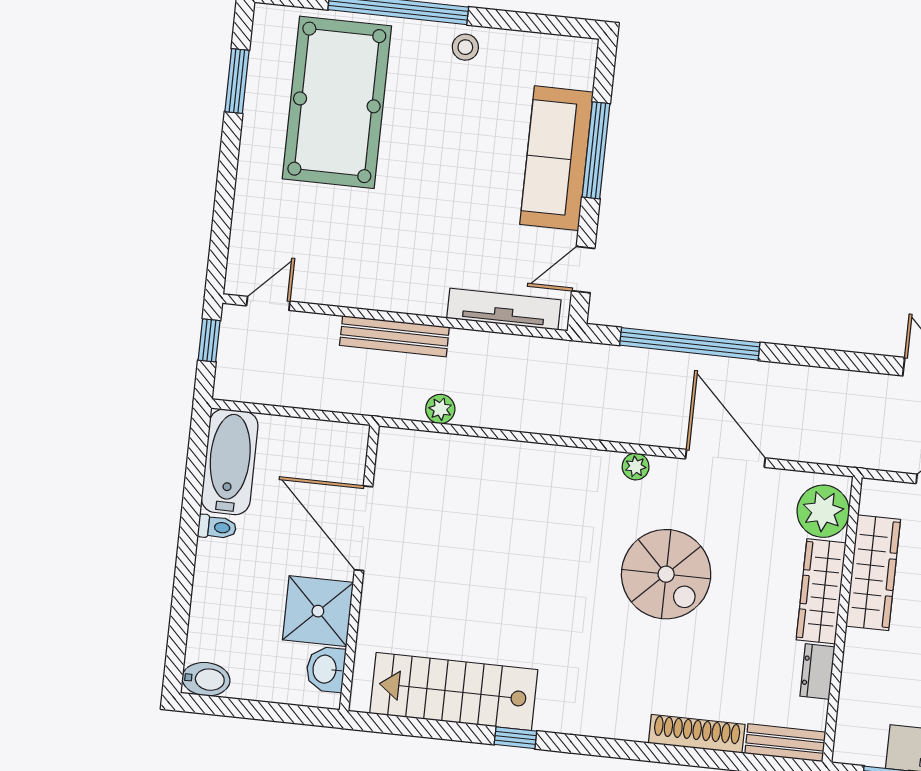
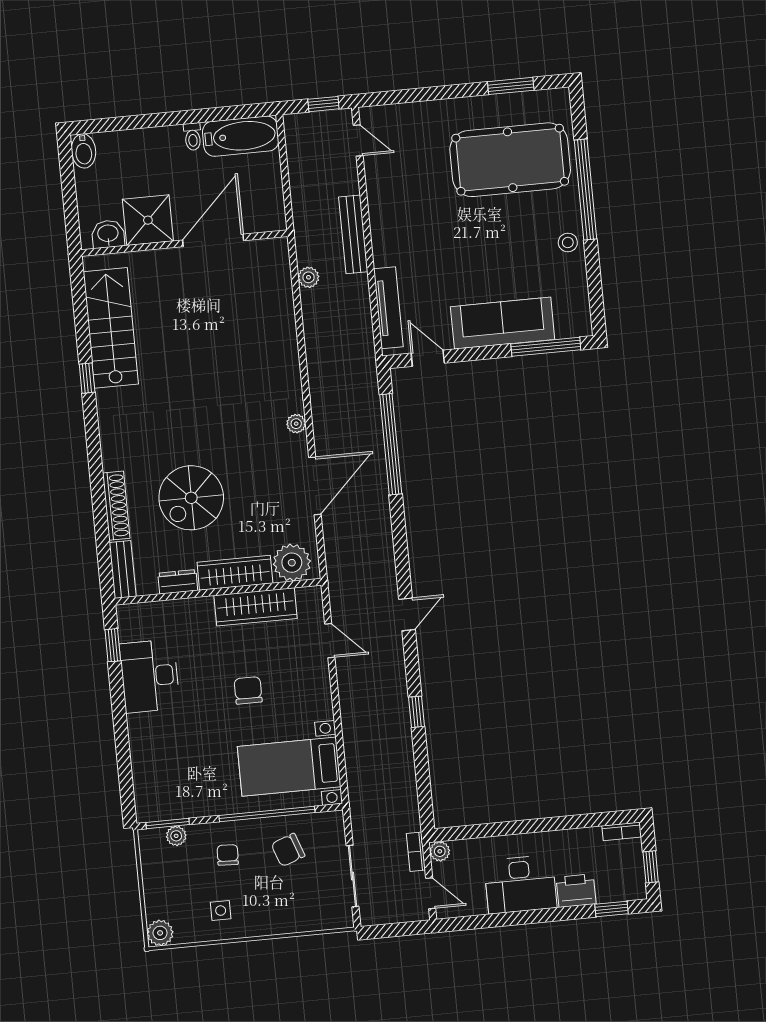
window: (596, 150) -> (546, 347), moved
spiral stairs: (666, 574) -> (191, 498), moved

